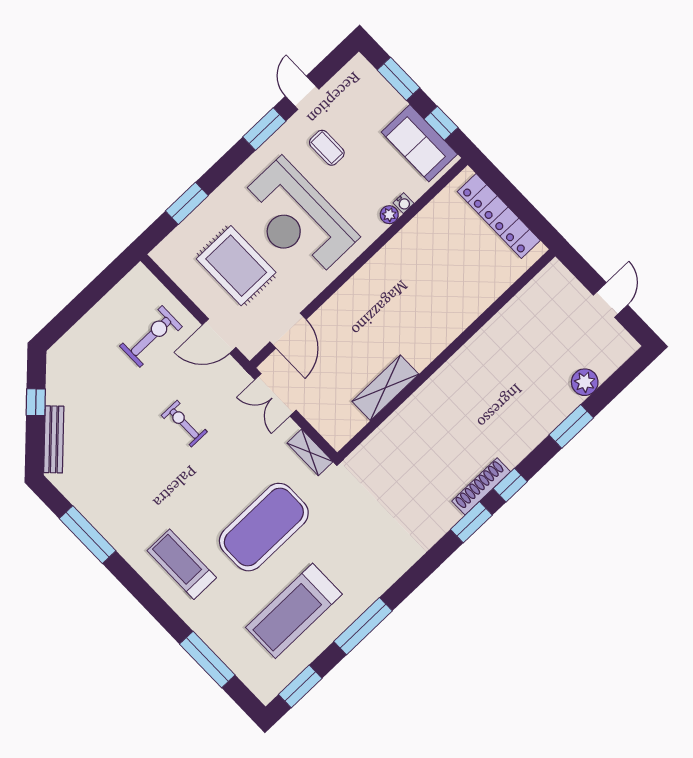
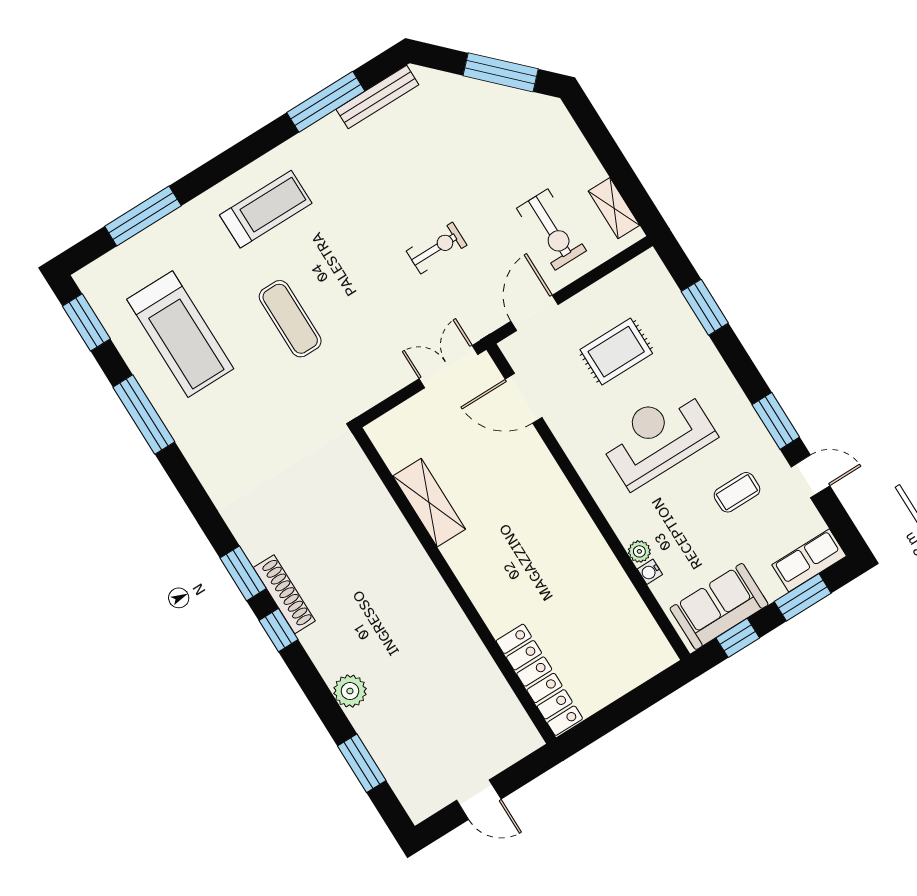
row of seats: (368, 80) -> (809, 560), added
locker: (499, 216) -> (539, 680), moved, turned 90
reception desk: (297, 219) -> (657, 437), width x0.74, depth x0.77
rug: (236, 266) -> (616, 352), width x0.73, depth x0.70
plant: (585, 382) -> (350, 691), moved
window: (36, 402) -> (501, 72), width x2.17
window: (571, 426) -> (362, 763), moved
bench: (54, 439) -> (377, 97), moved, turned -45
shelving: (310, 452) -> (614, 208), moved, turned 90
exercise mat: (264, 527) -> (290, 319), width x0.50, depth x0.69
treadmill: (294, 611) -> (180, 334), turned 180

